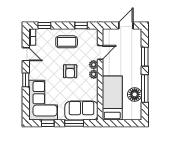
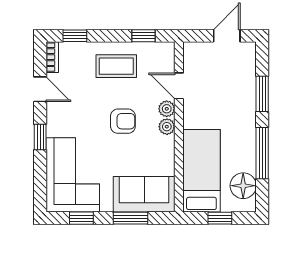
door: (100, 52) -> (179, 86), swing flipped
armchair: (70, 71) -> (123, 121), turned -90
floor lamp: (135, 94) -> (243, 186), moved
window: (122, 123) -> (220, 218), added

